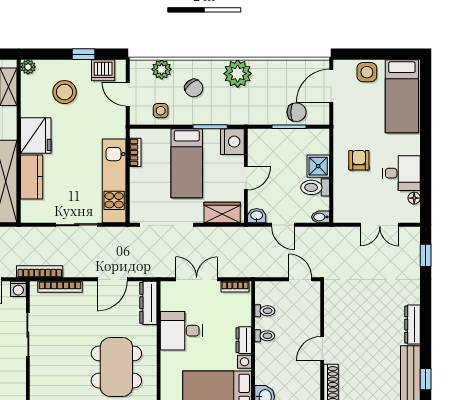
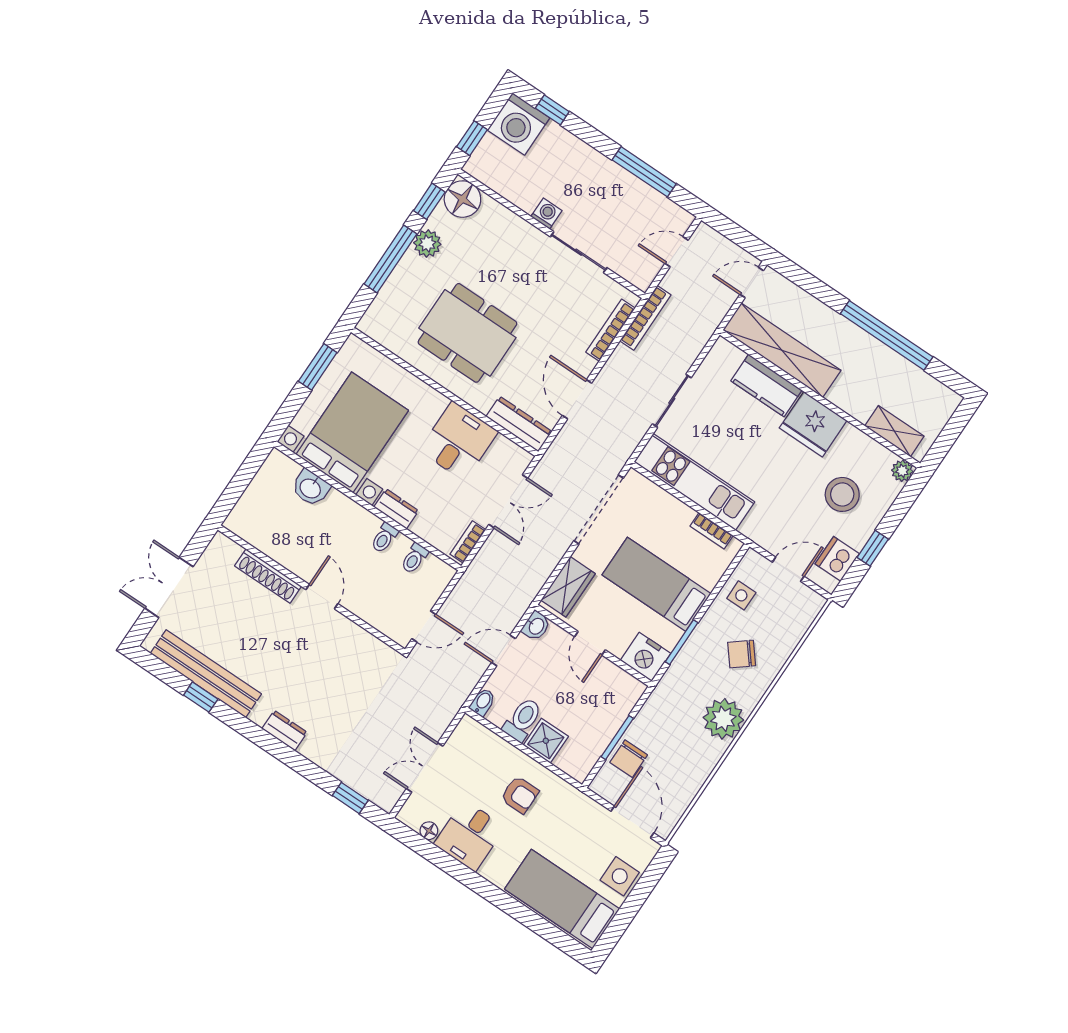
plant: (162, 69) -> (790, 630), removed
washing machine: (18, 289) -> (546, 214), moved, turned 90
dresser: (413, 325) -> (285, 730), width x0.70

